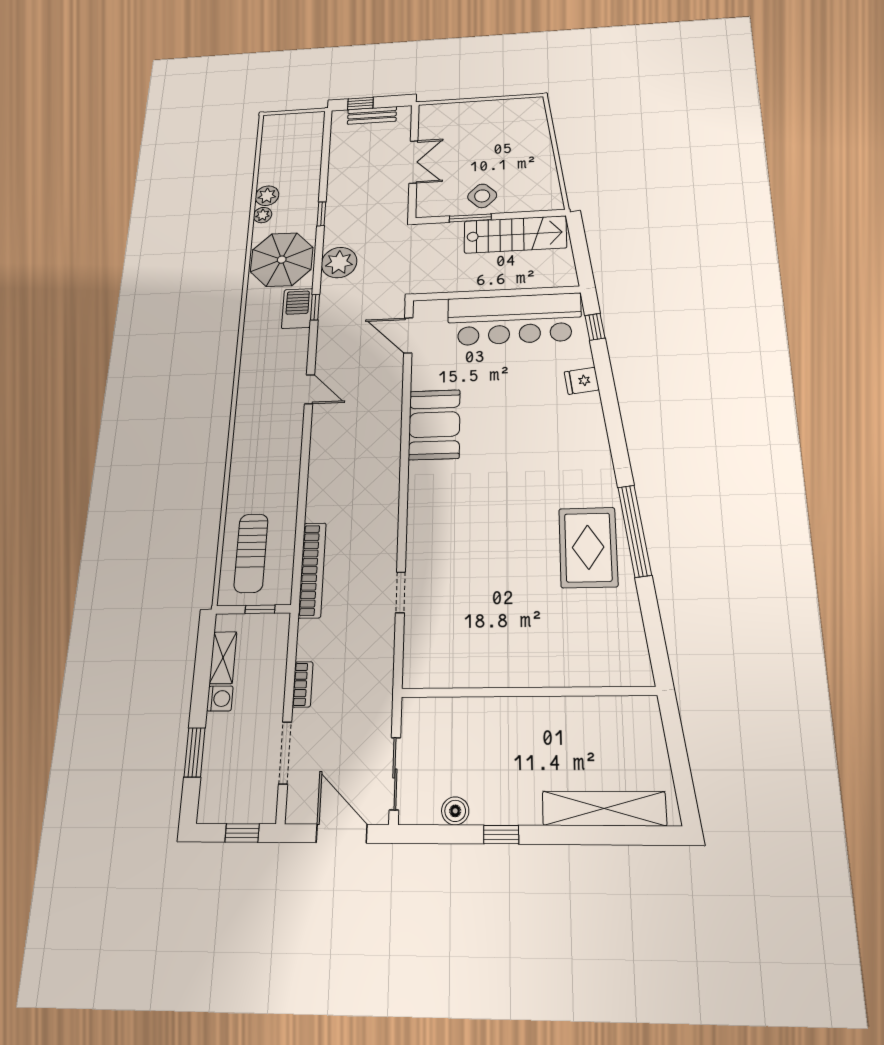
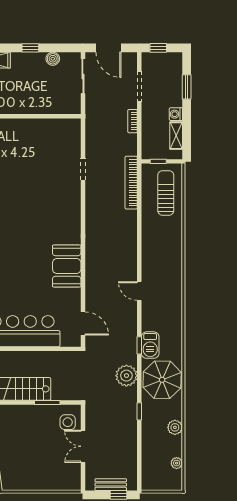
side table: (482, 196) -> (68, 422), moved, turned 45
plant: (263, 215) -> (177, 463), moved

